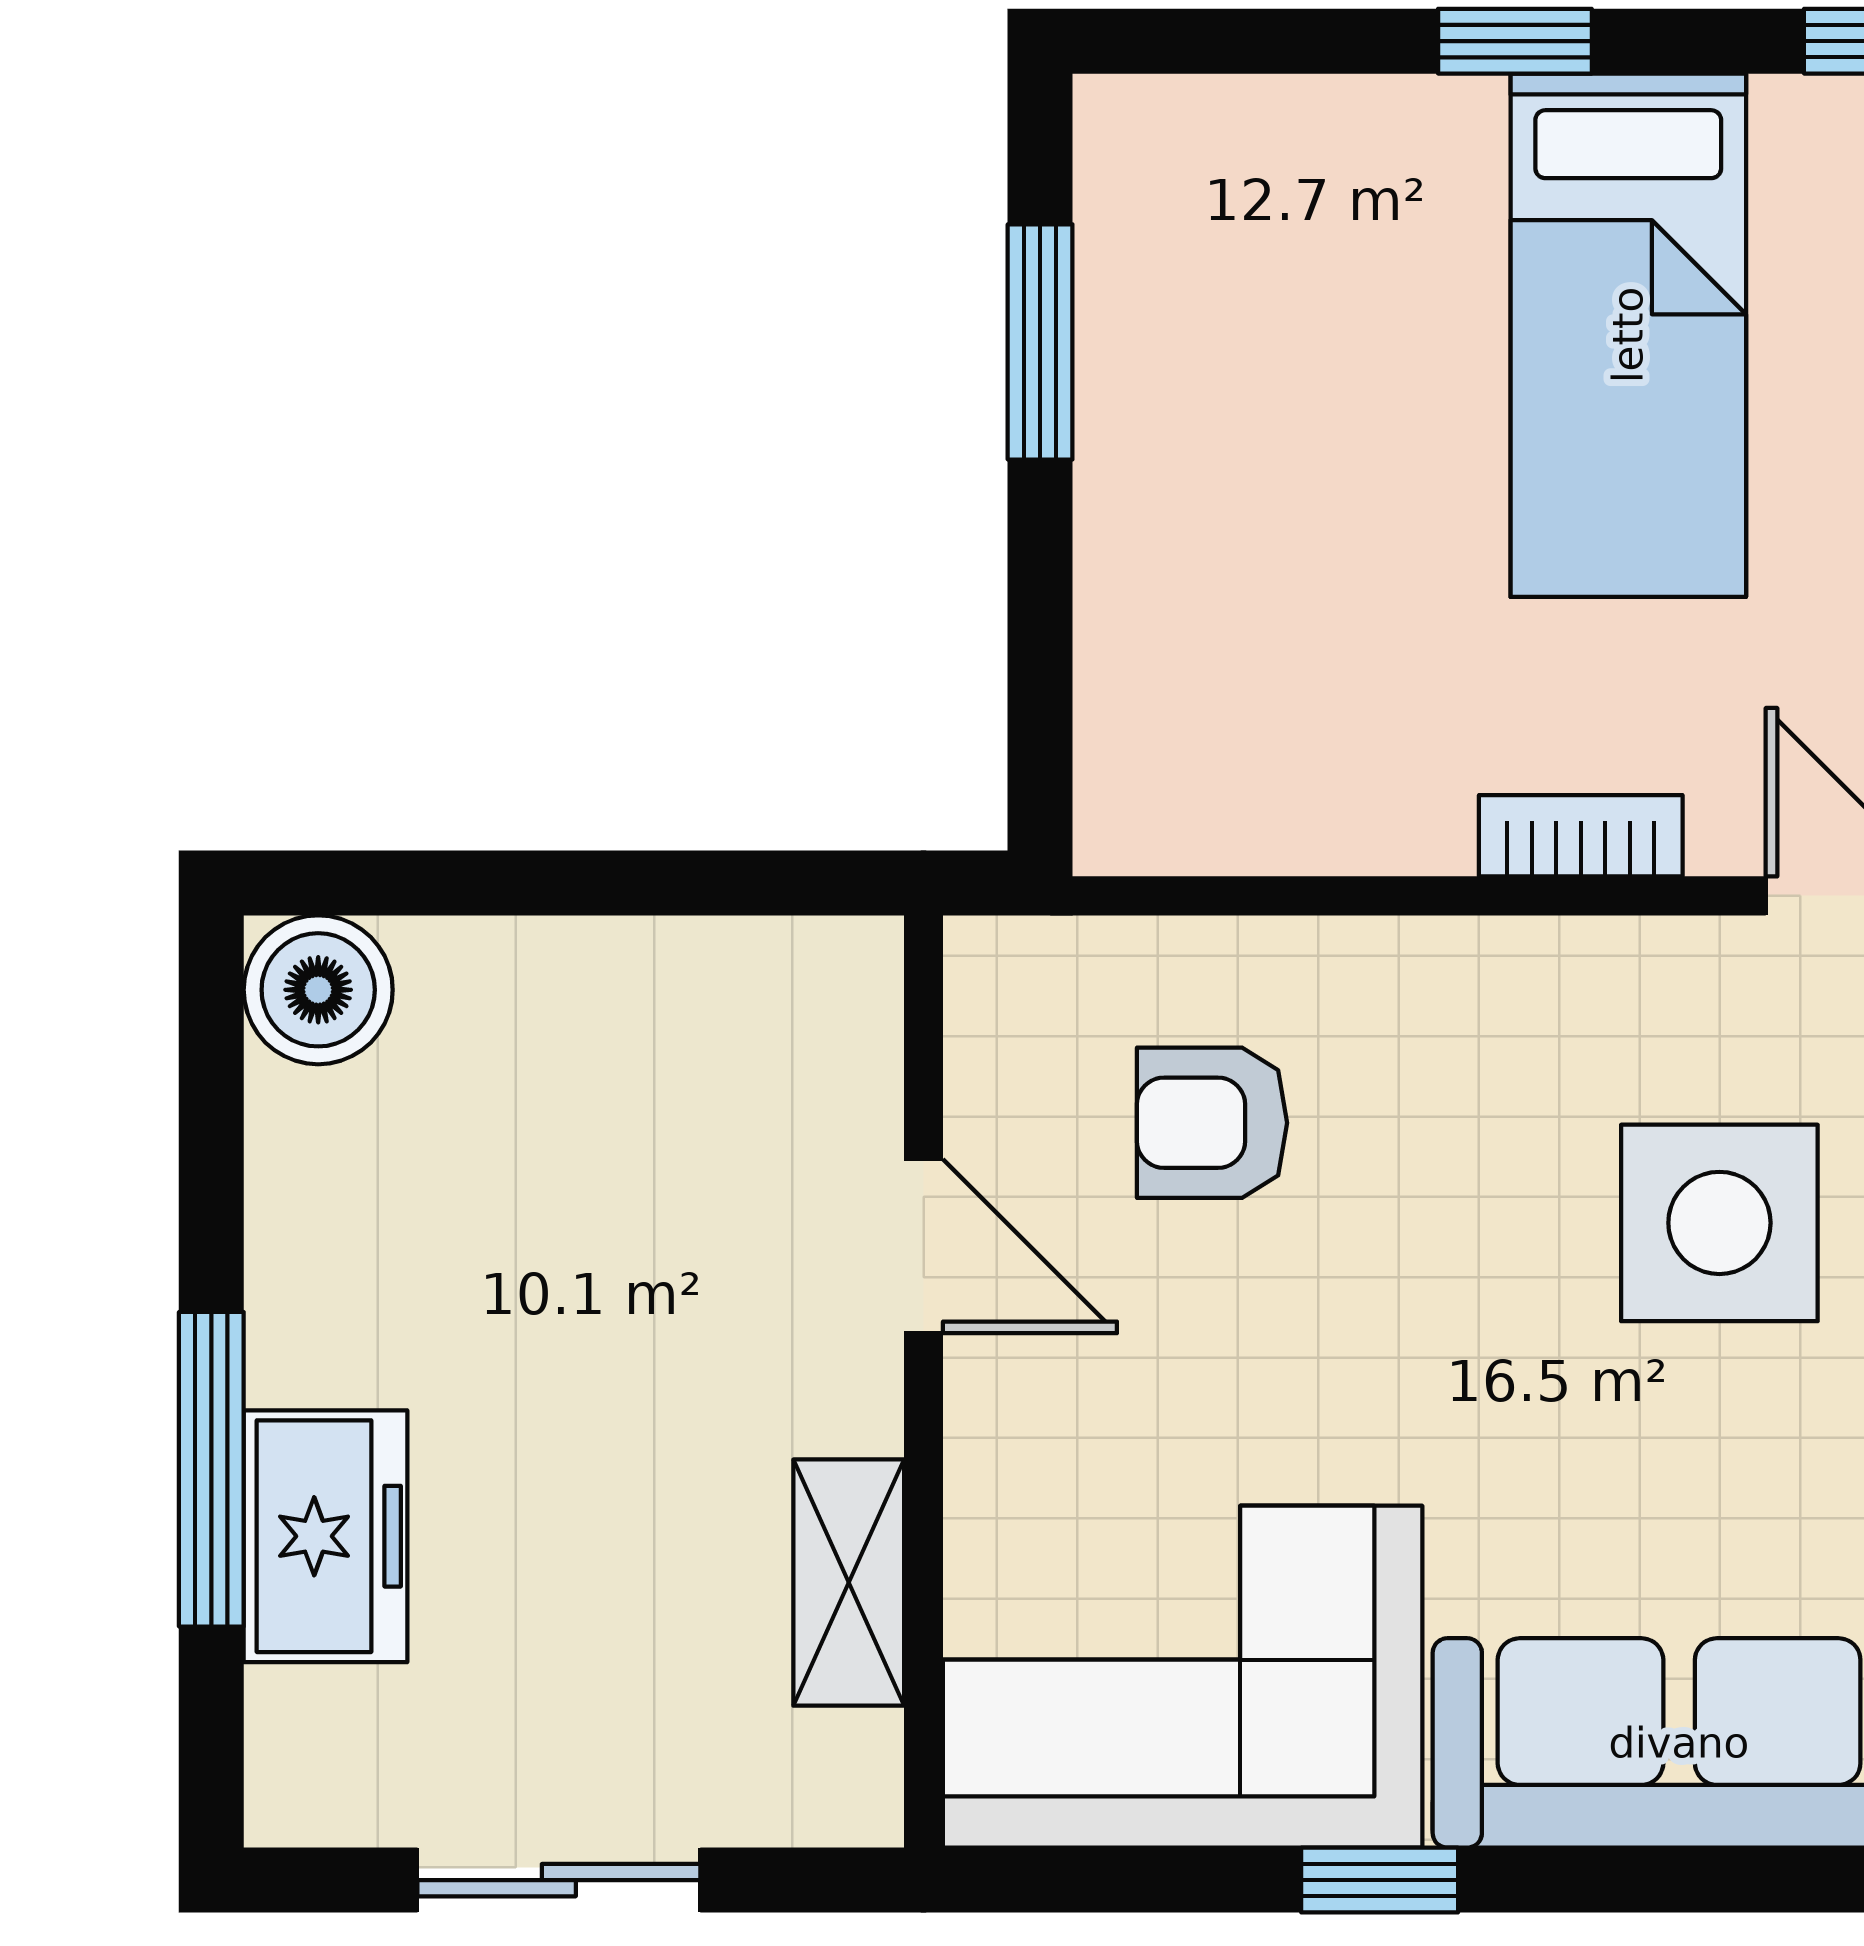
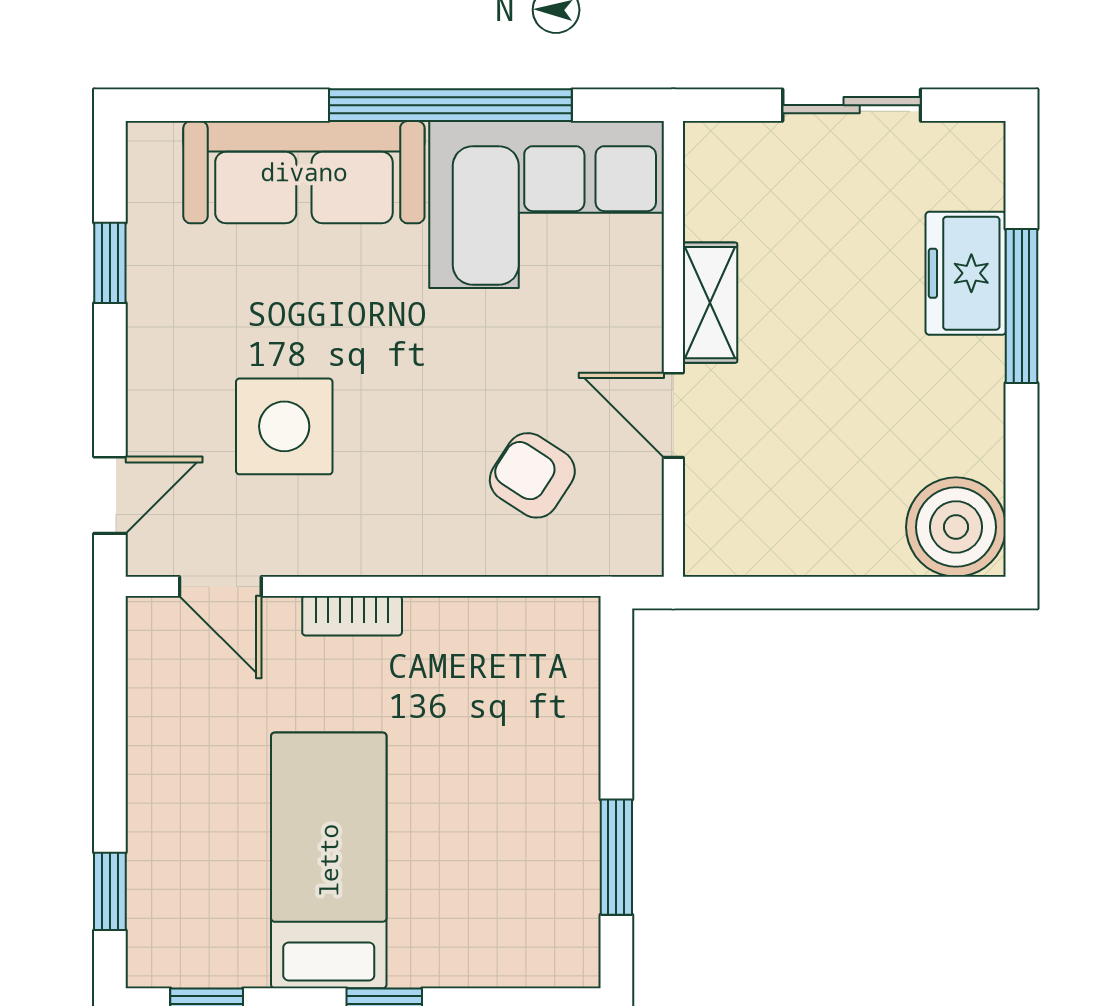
boiler: (318, 990) -> (956, 527), width x1.37, depth x1.37
armchair: (1212, 1123) -> (532, 475), turned -147
shelving: (849, 1583) -> (710, 303), moved
window: (1380, 1880) -> (450, 105), width x3.17

